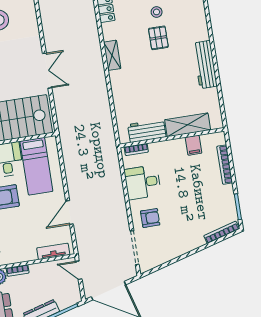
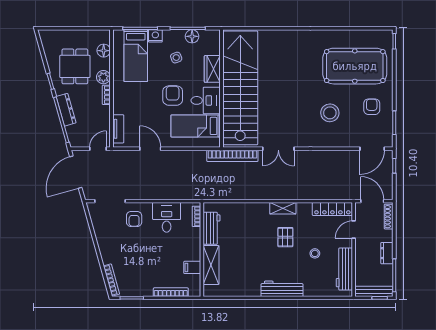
pallet: (158, 38) -> (285, 237), moved, turned 90
workbench: (205, 65) -> (282, 289), moved
bookcase: (63, 120) -> (232, 156), added

